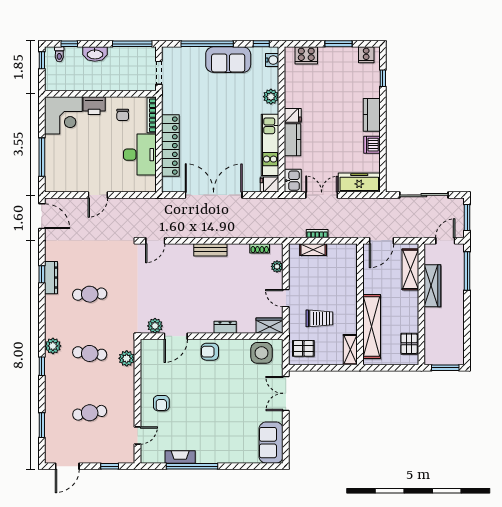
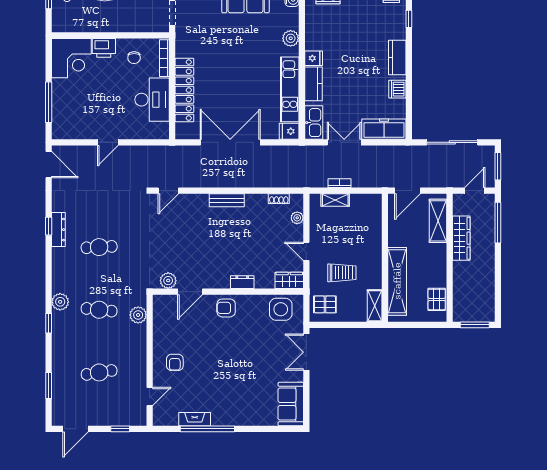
kitchen sink: (293, 181) -> (314, 123), width x1.38

